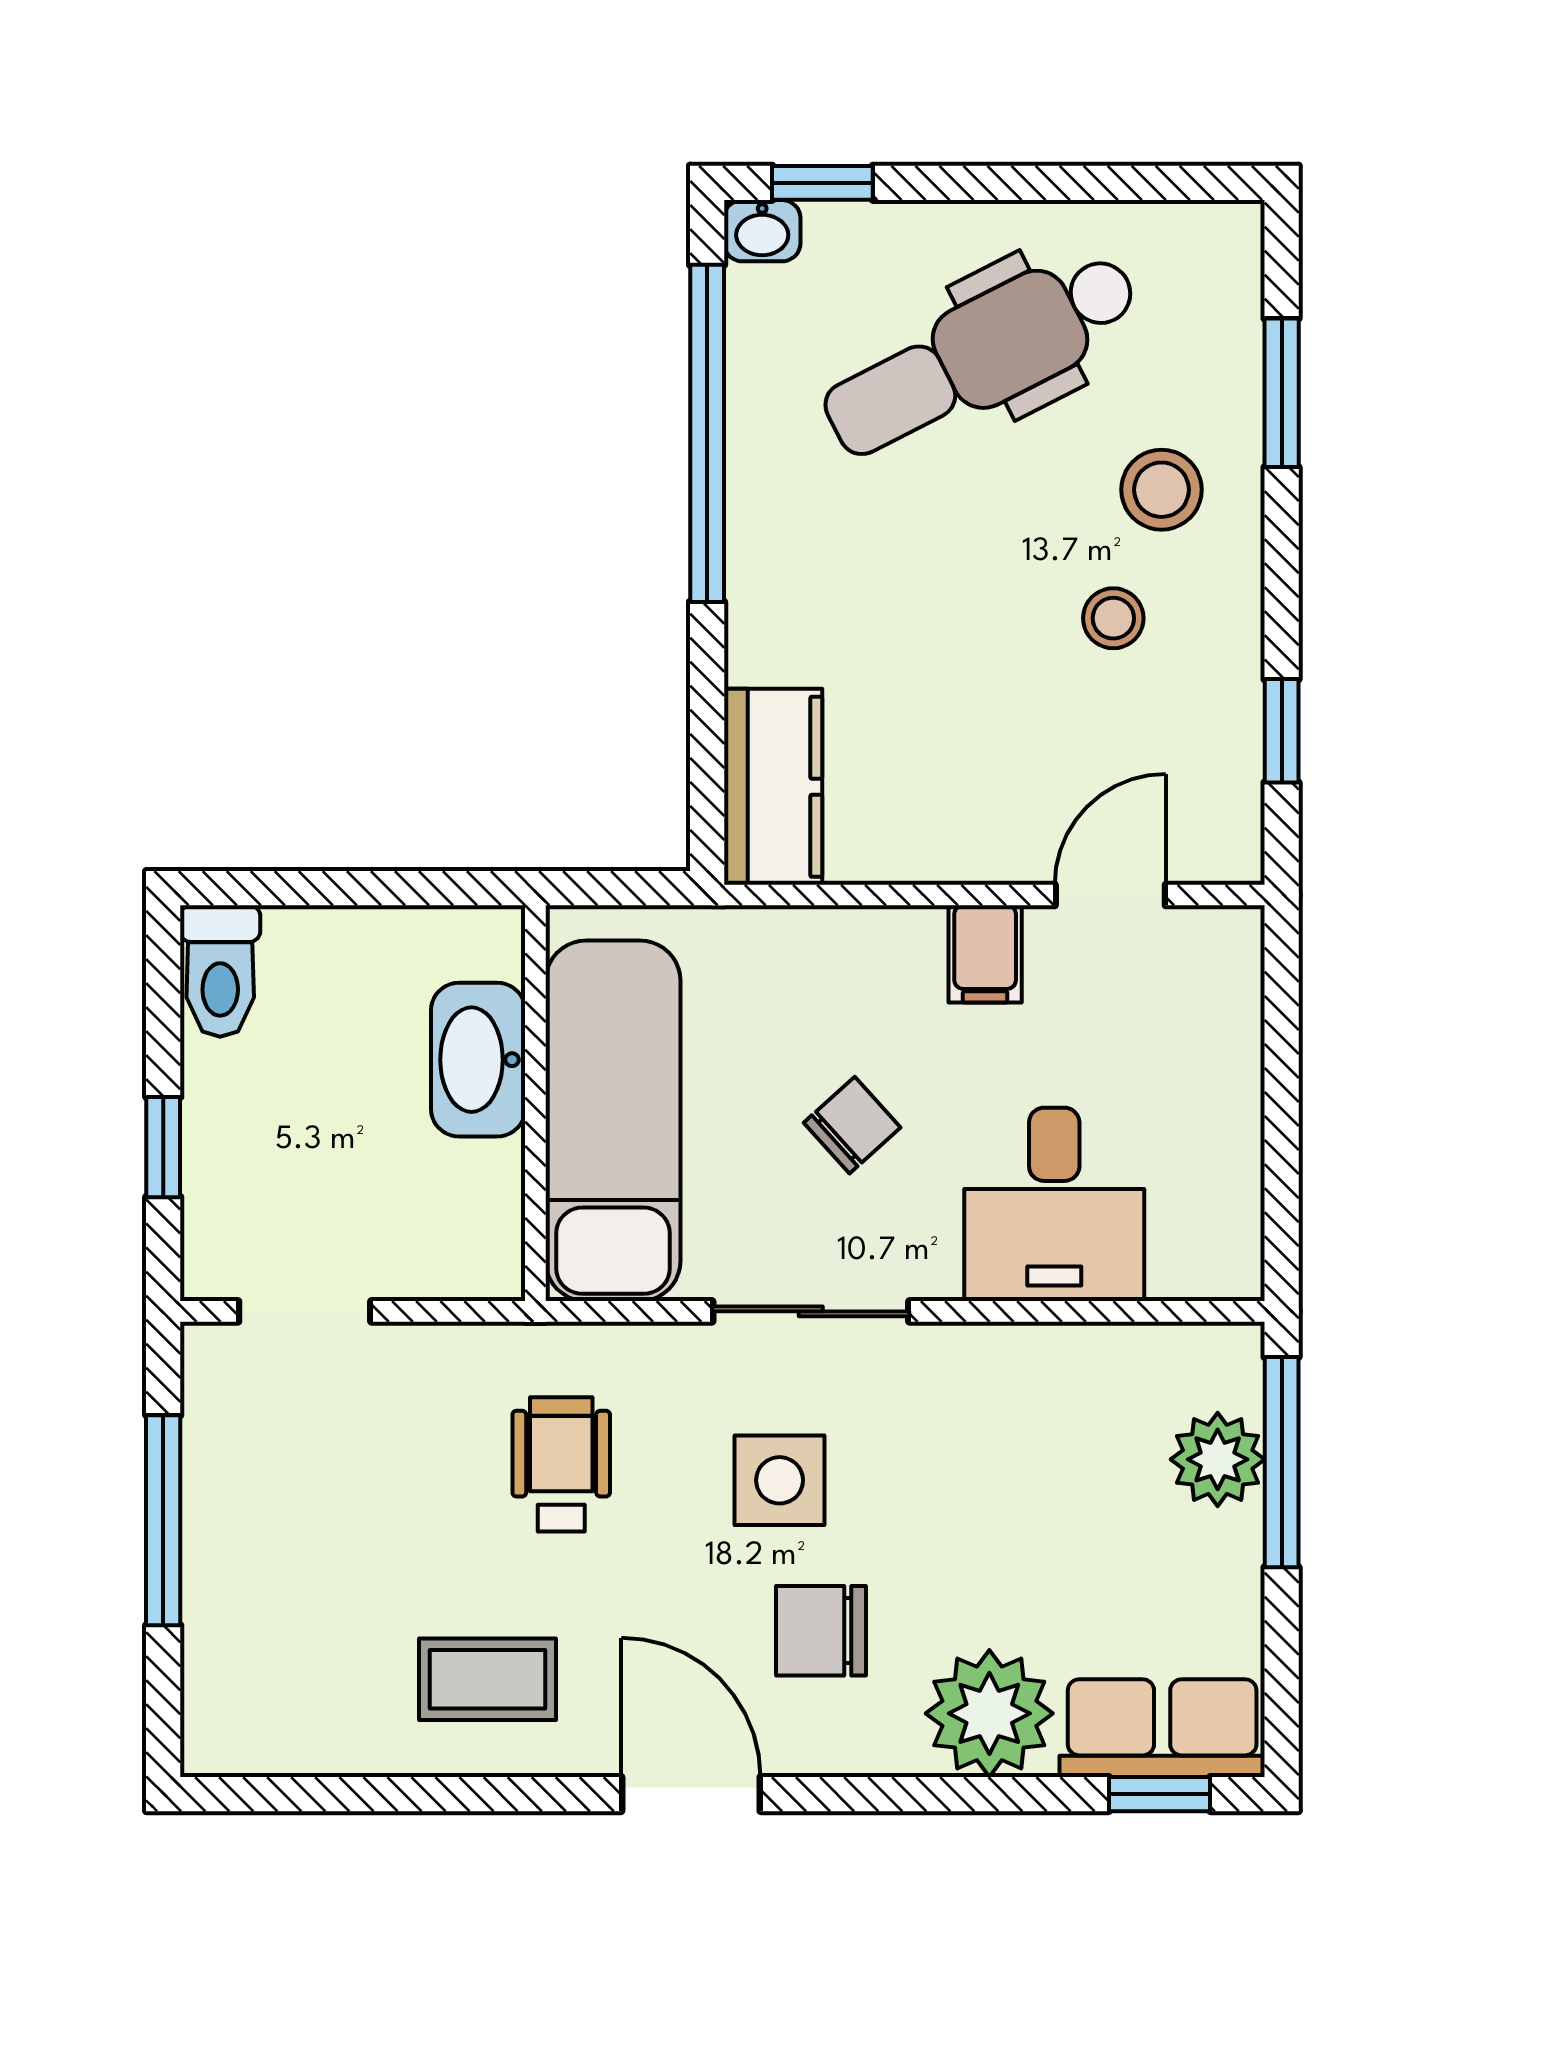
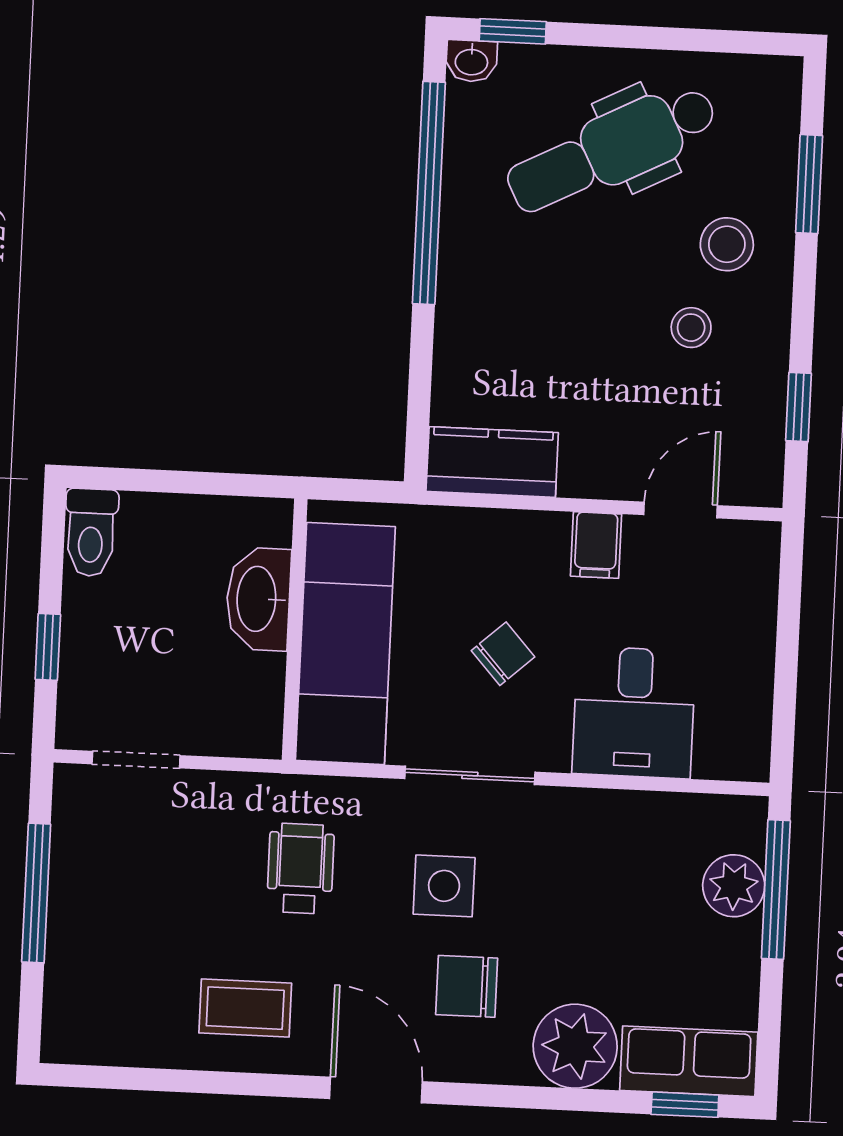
kitchen counter: (773, 787) -> (492, 462), moved, turned -90

